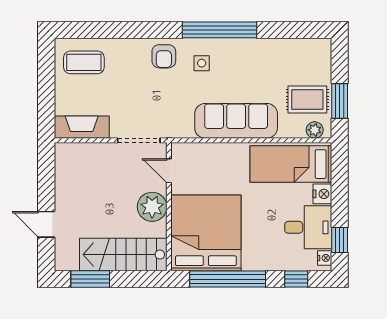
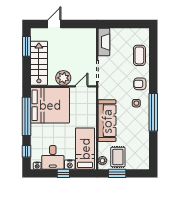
coffee table: (84, 62) -> (139, 55), moved
window: (340, 240) -> (63, 173), moved

